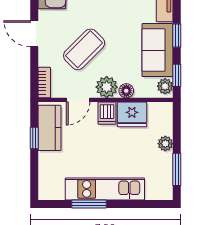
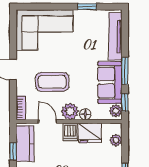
window: (177, 35) -> (125, 71), width x1.50
coffee table: (84, 49) -> (52, 82), turned 45
door: (78, 100) -> (48, 121), swing flipped
plant: (165, 144) -> (116, 140), moved

